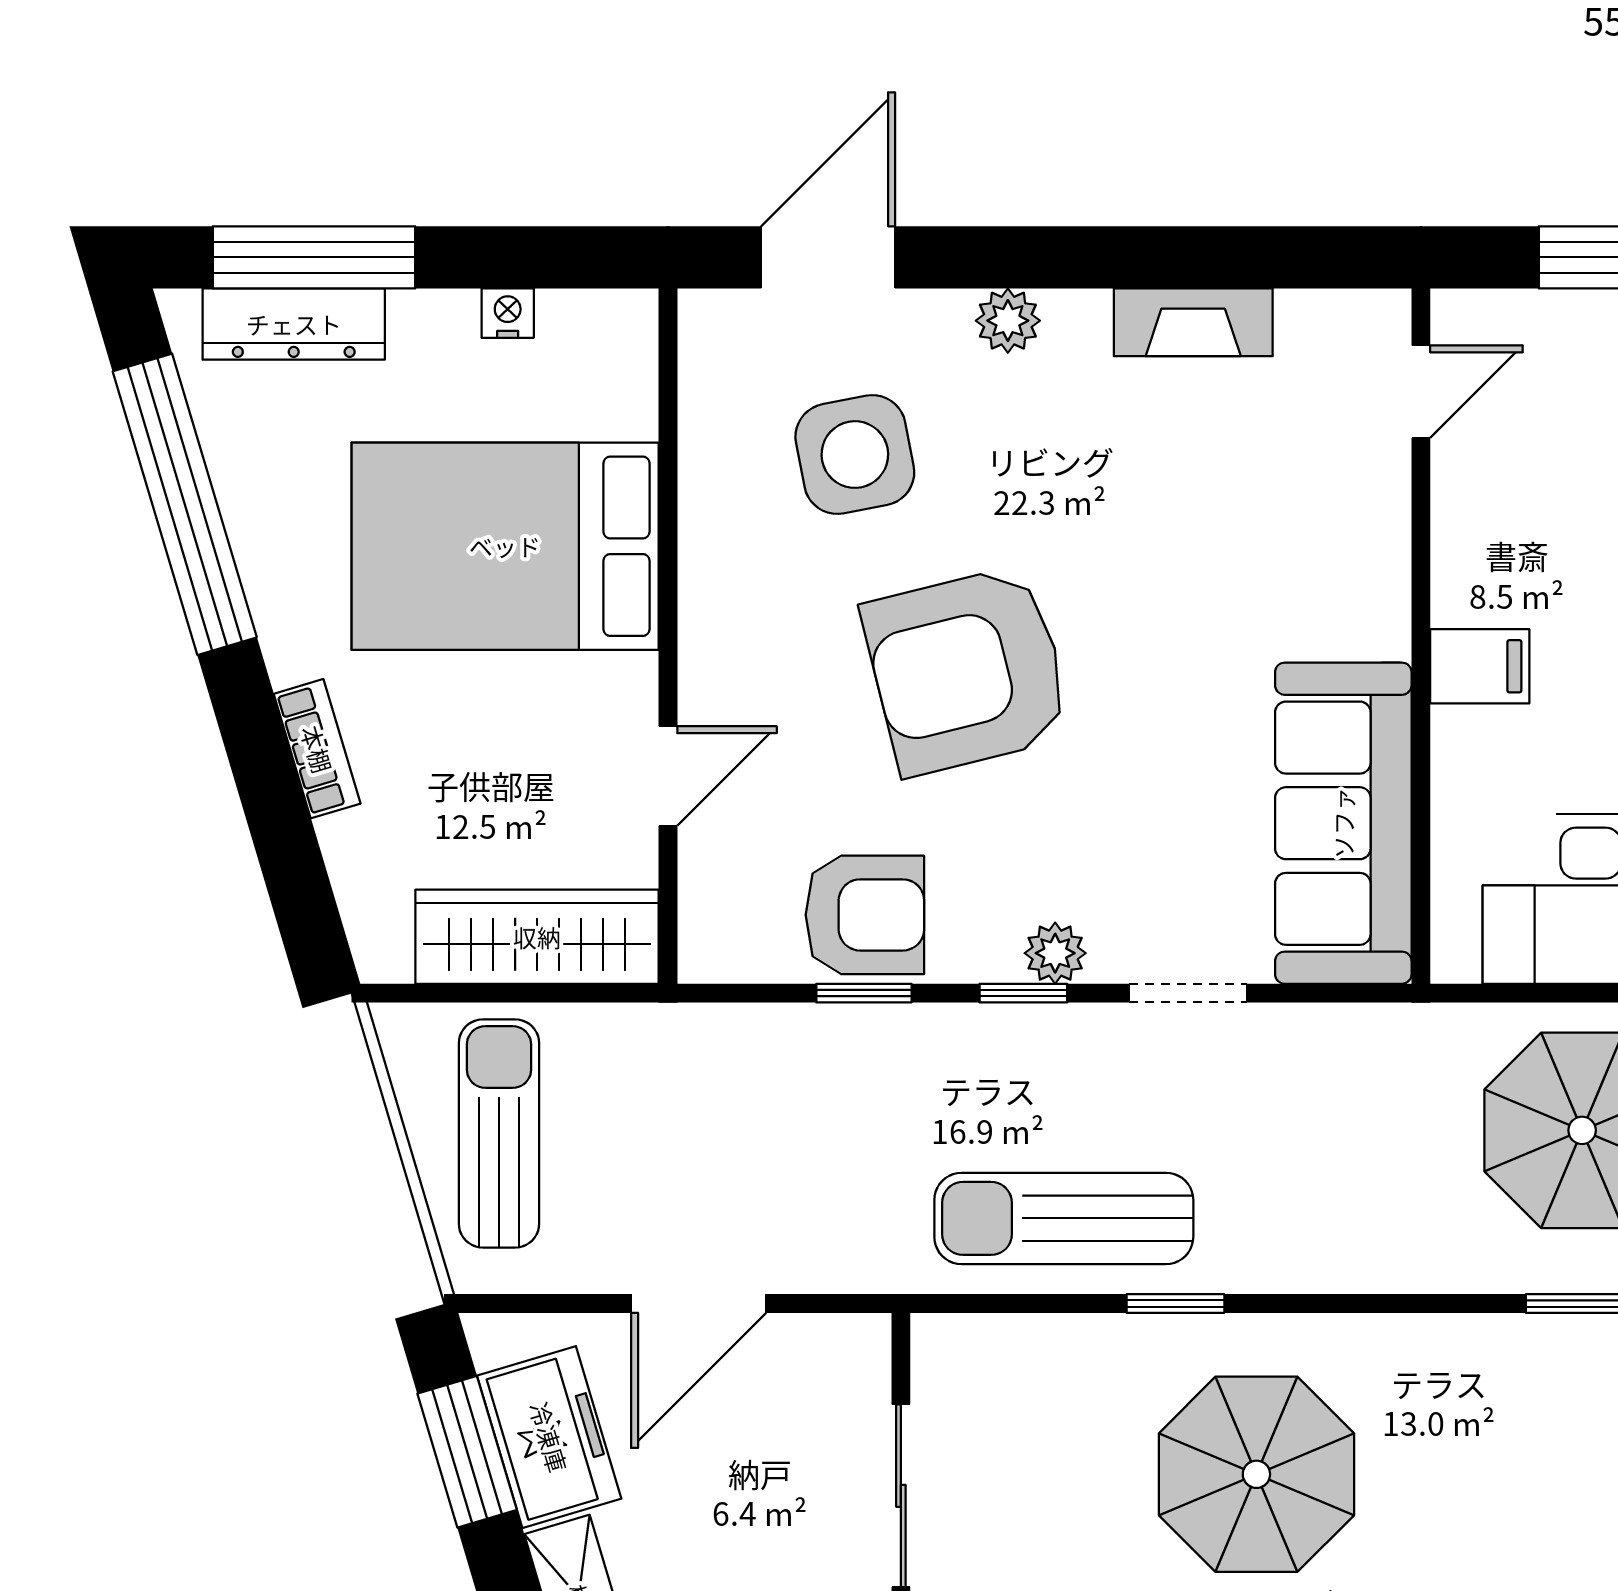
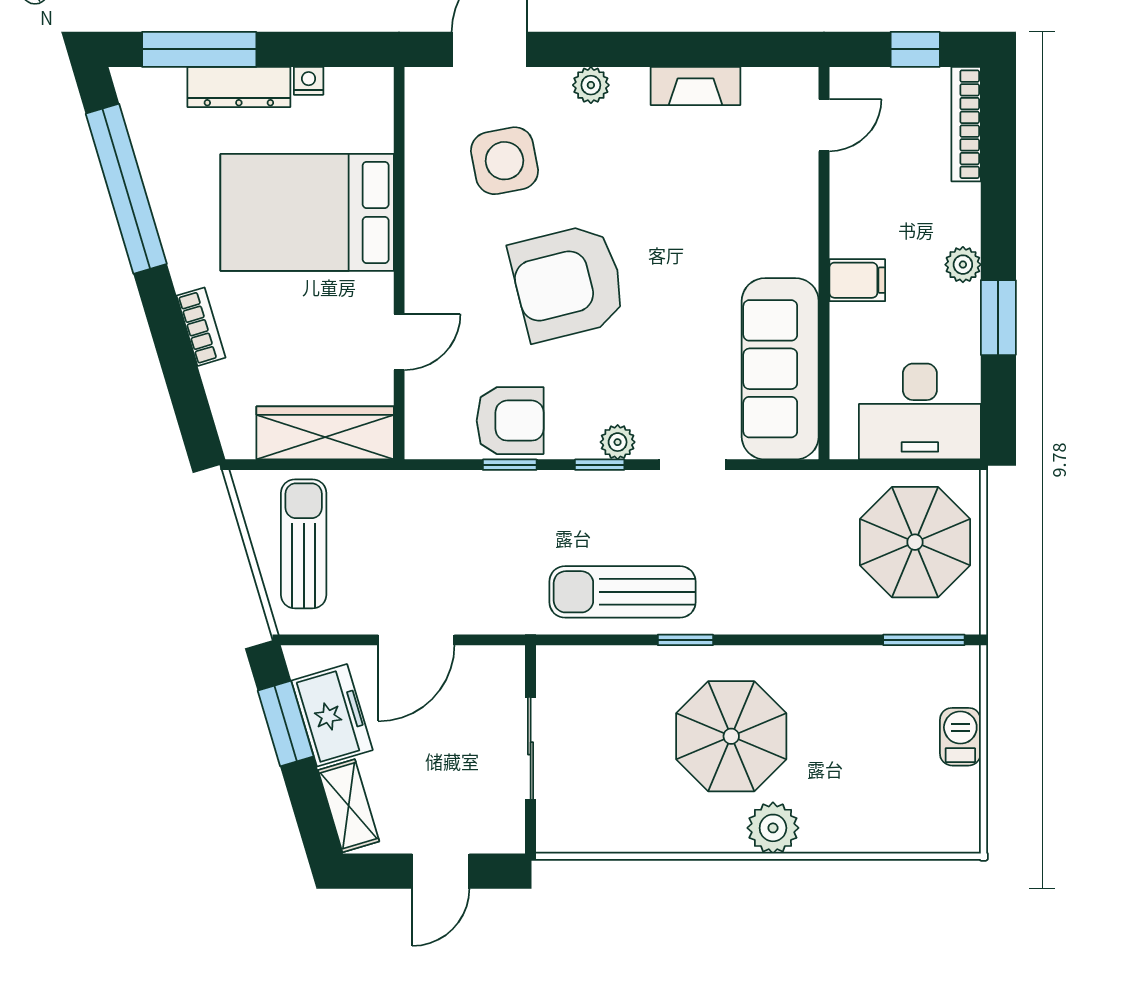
dresser: (294, 324) -> (239, 87), moved

